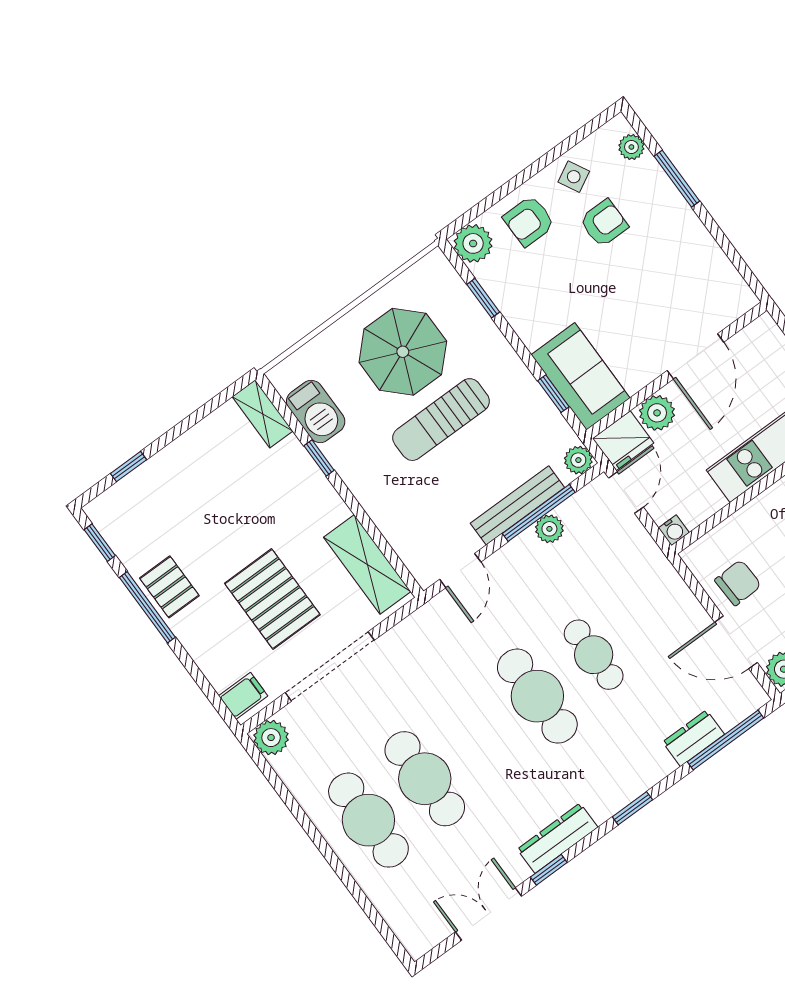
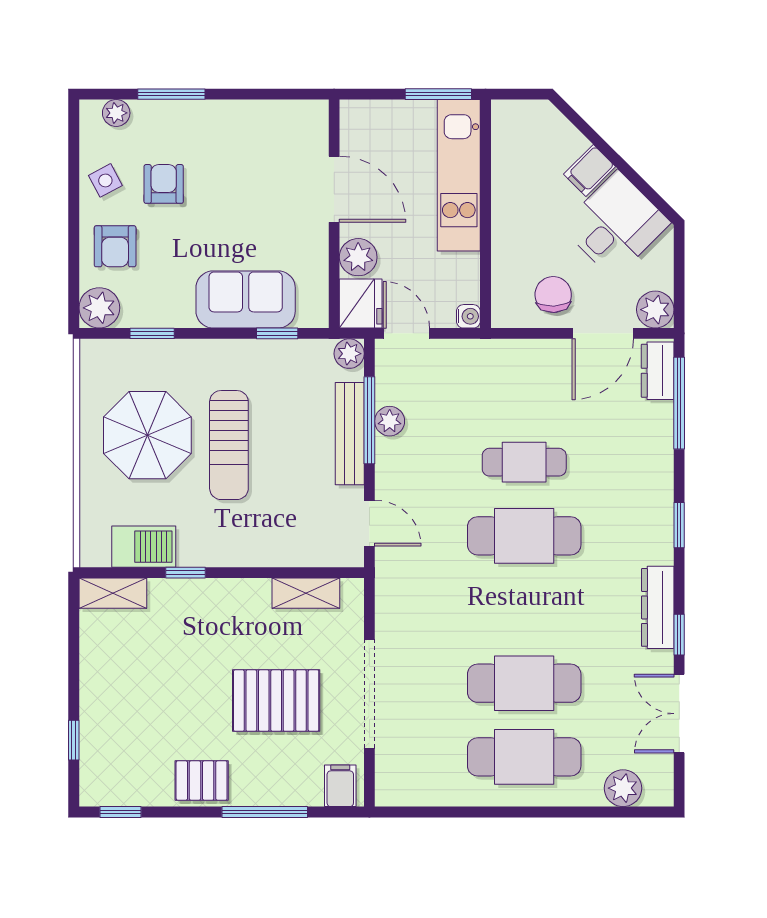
sofa: (581, 376) -> (246, 299), moved
shelving: (367, 564) -> (306, 593), width x0.67, depth x0.75
window: (147, 607) -> (265, 812), moved
plant: (271, 738) -> (623, 788), moved
dresser: (693, 738) -> (658, 371), moved

